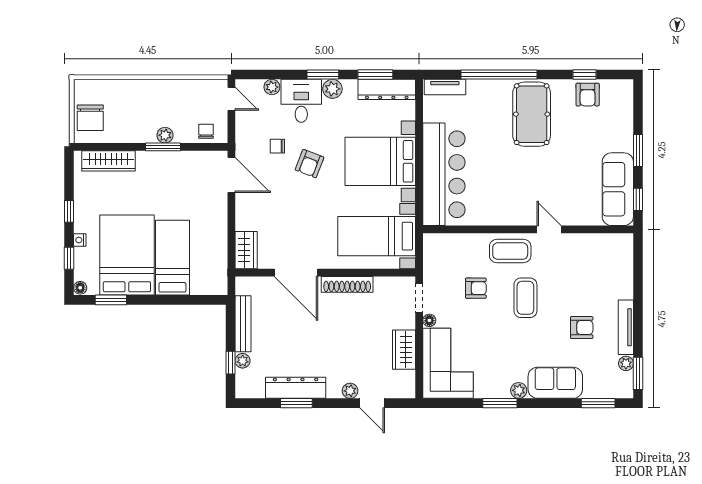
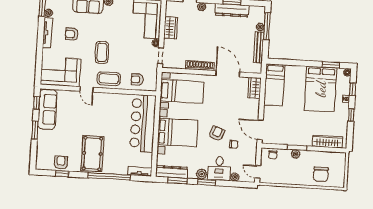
chair: (90, 118) -> (321, 174), moved, turned 180
bed: (172, 258) -> (274, 85), moved
corner sofa: (598, 259) -> (61, 72), added
armchair: (476, 288) -> (137, 79), moved
window: (230, 363) -> (267, 26), width x2.17

